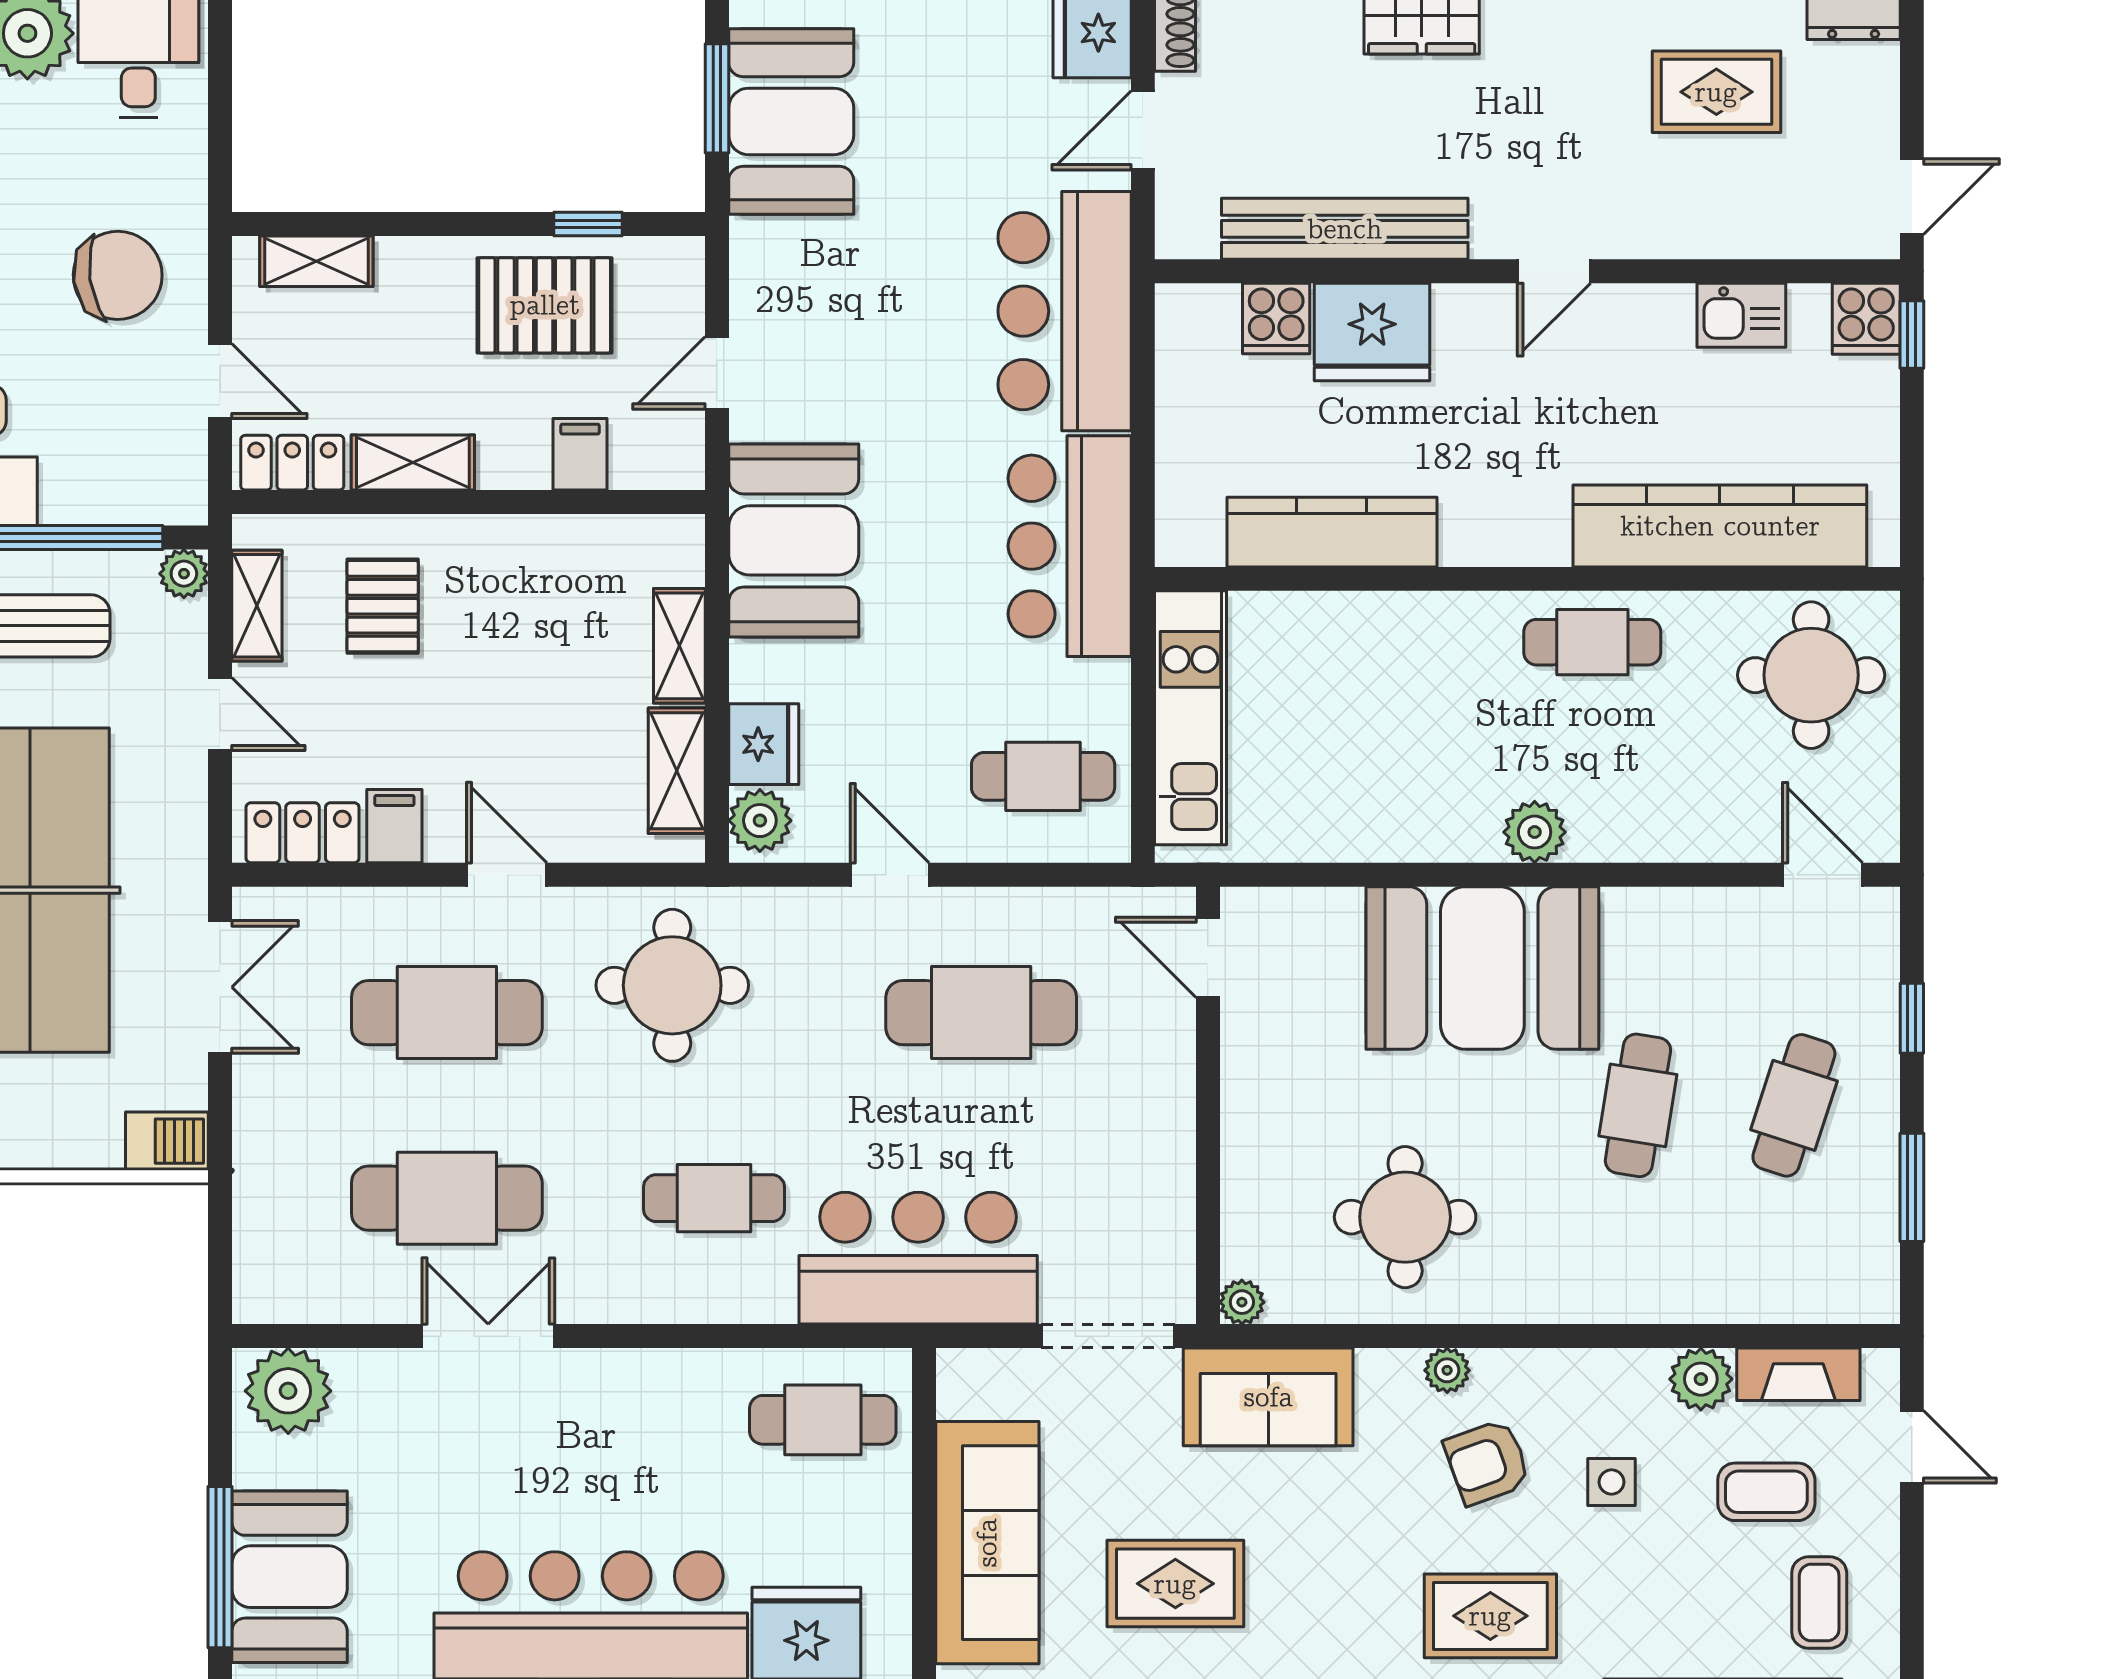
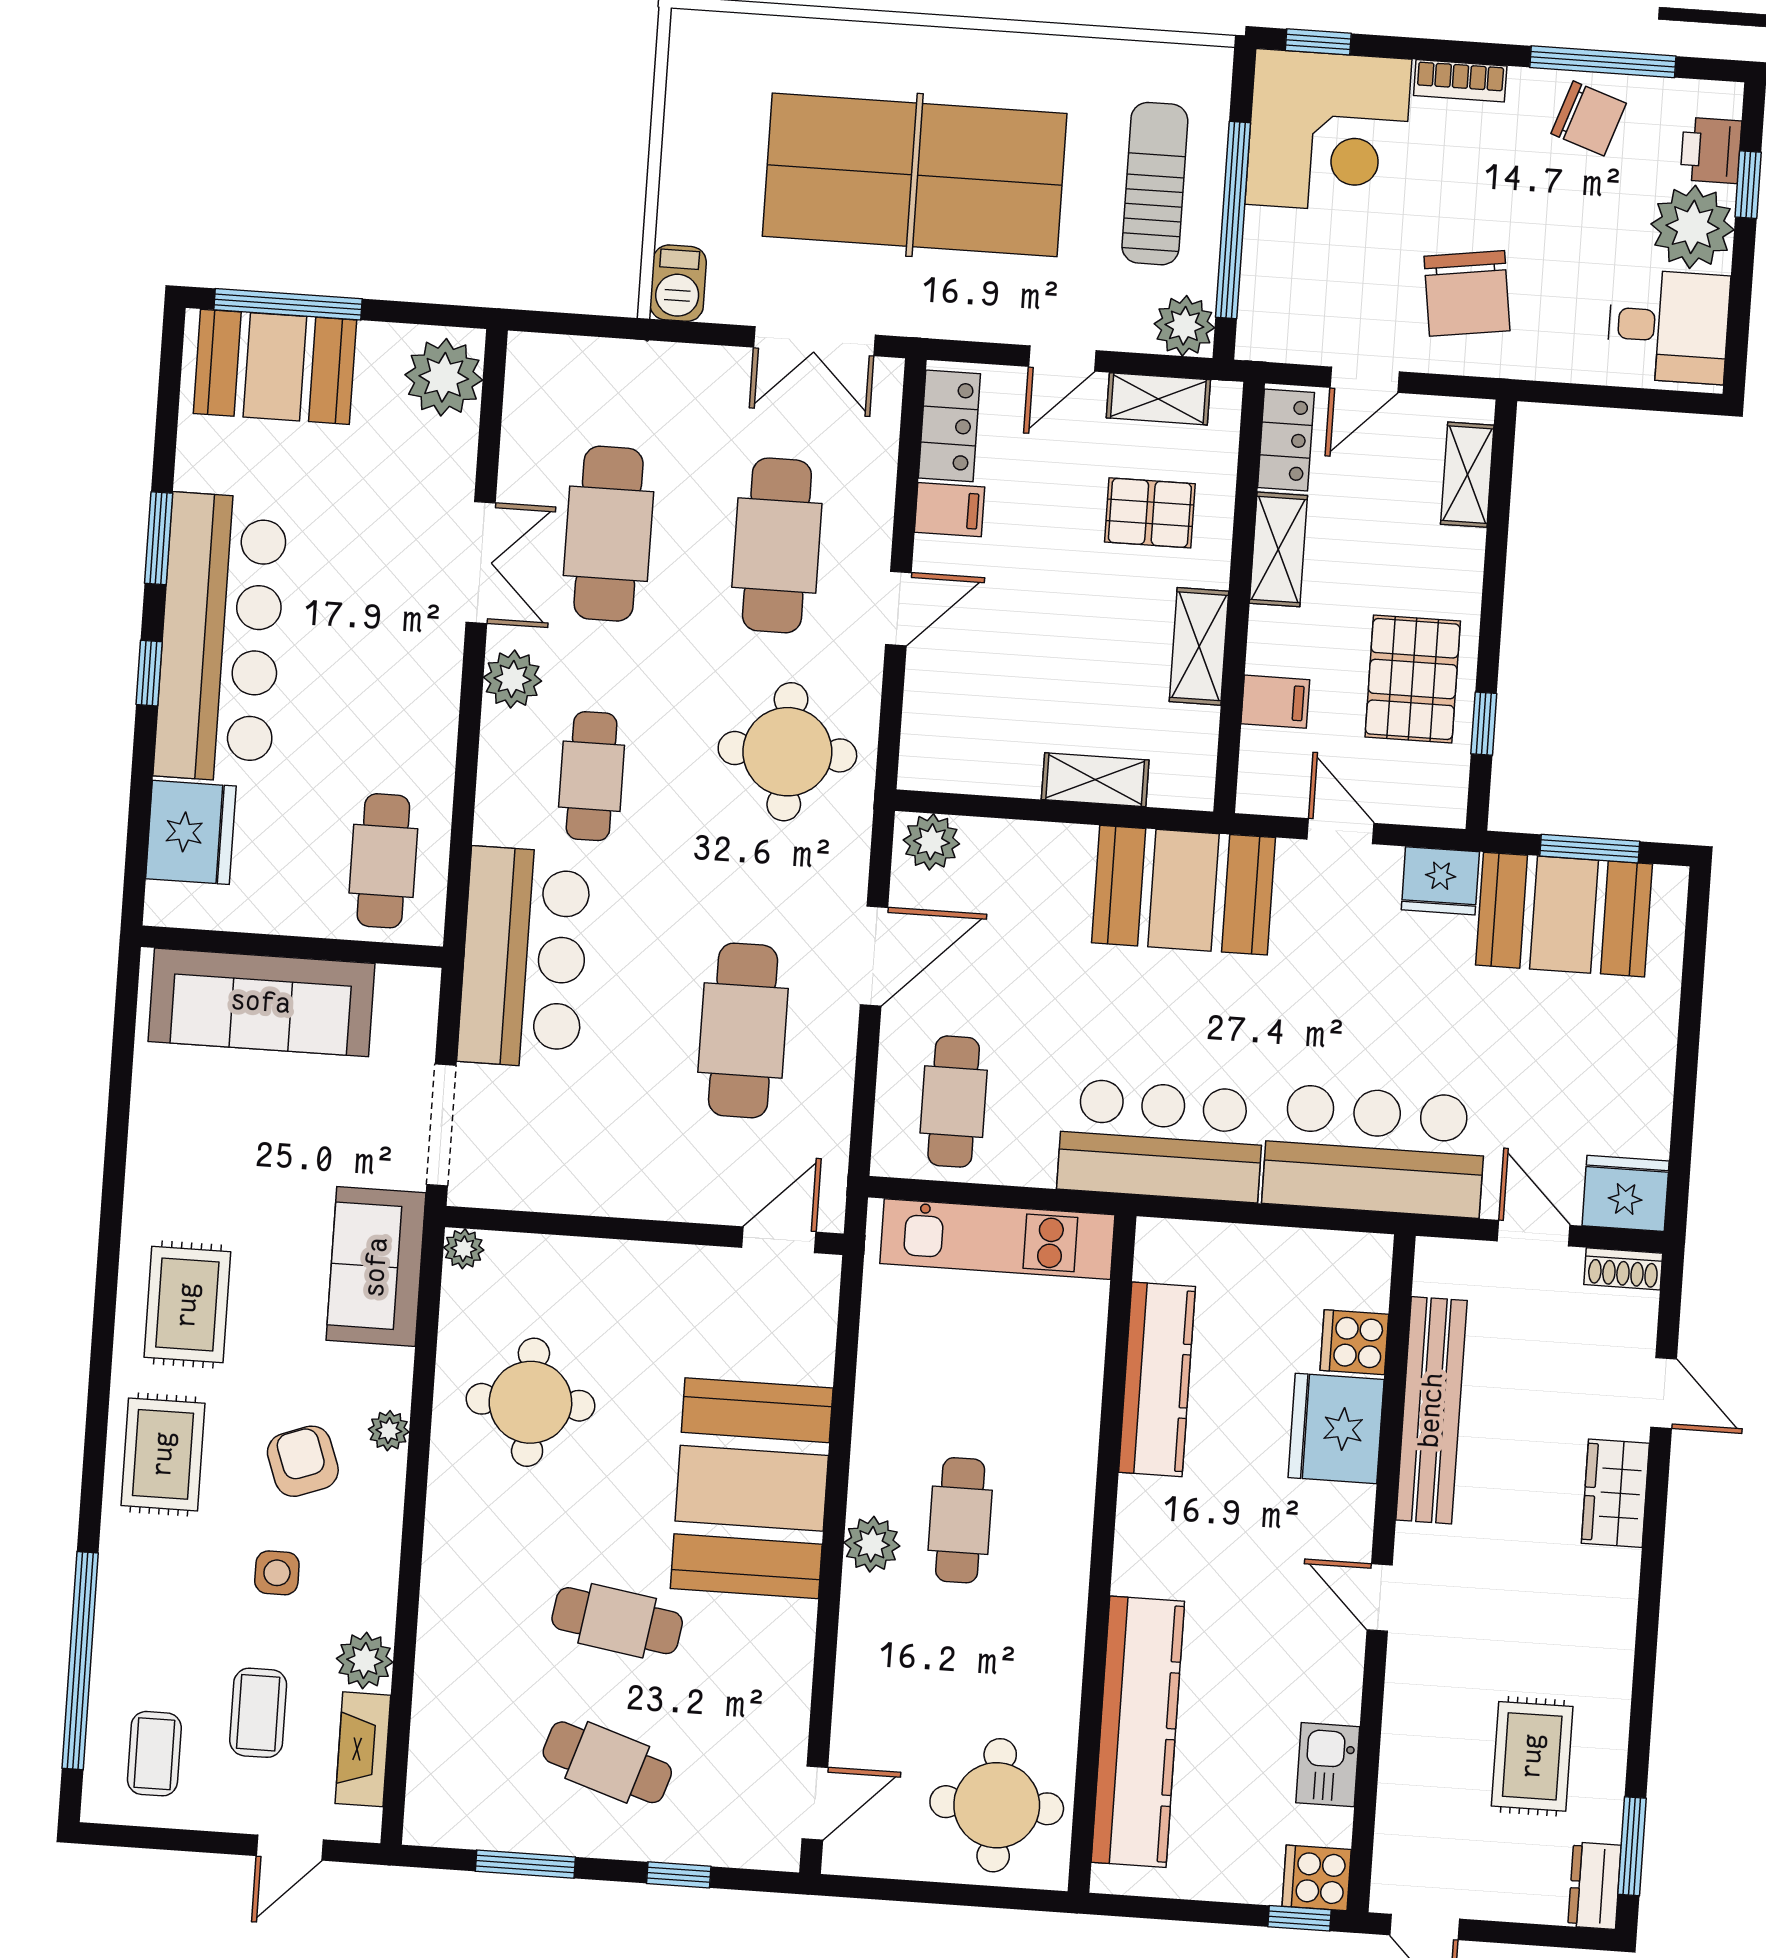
plant: (184, 574) -> (1184, 326), width x1.38, depth x1.38
cafe table: (1592, 642) -> (960, 1520), moved
fridge: (764, 744) -> (1440, 881), moved
shelving: (677, 771) -> (1199, 646), moved, turned 90
door: (890, 875) -> (874, 956), width x1.38
plant: (614, 1292) -> (513, 679), added
rug: (1175, 1584) -> (187, 1305), moved
coffee table: (1819, 1602) -> (154, 1754), turned 90

